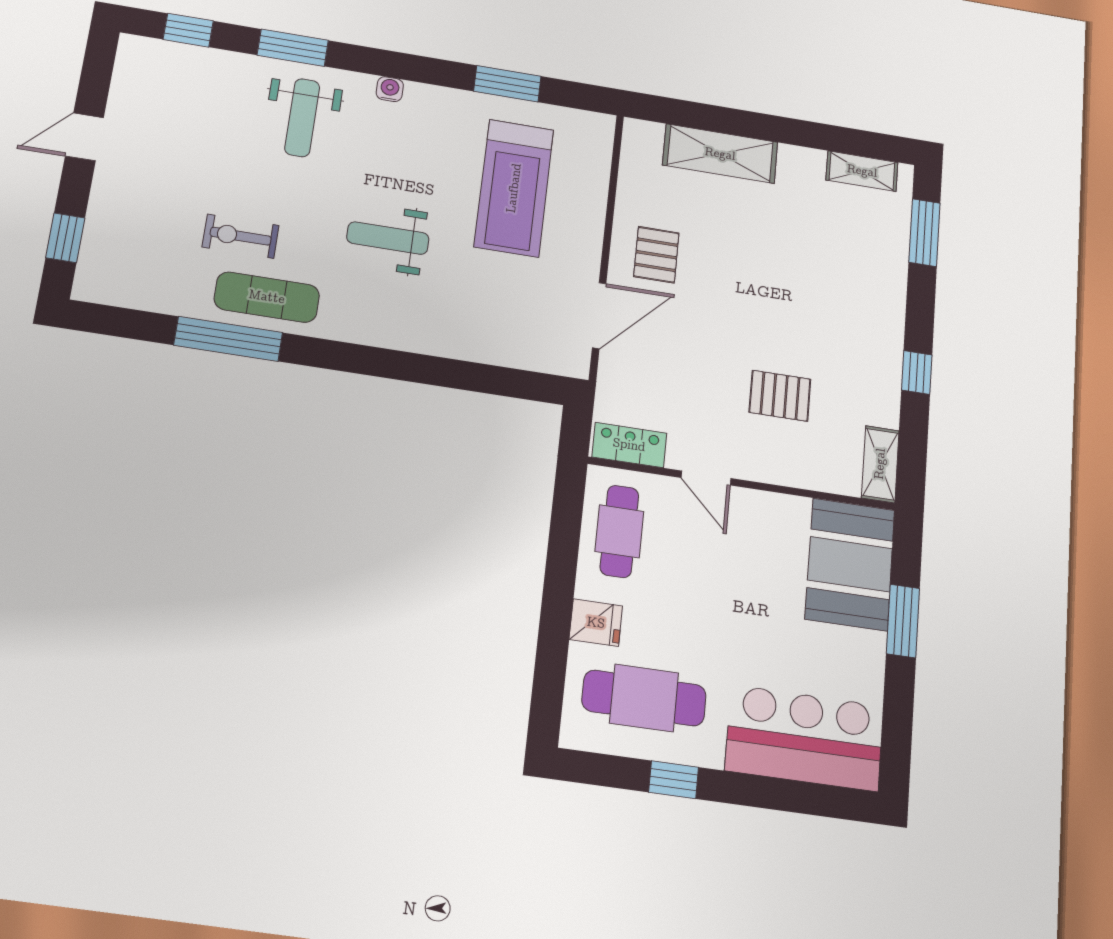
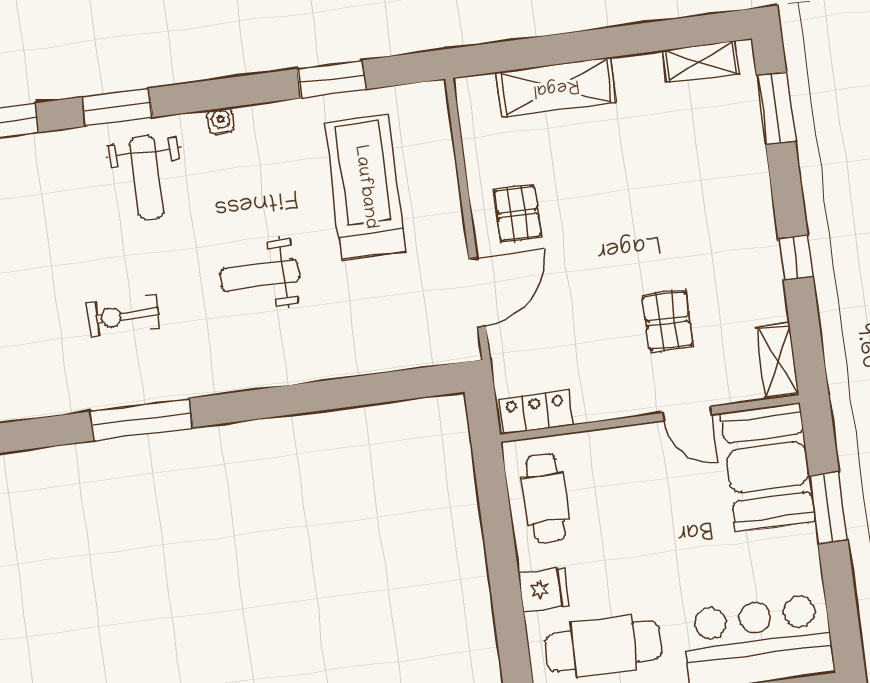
treadmill: (514, 188) -> (365, 187), turned 180
exercise mat: (267, 297) -> (165, 368), removed
pallet: (780, 396) -> (668, 321), turned 90
door: (706, 478) -> (687, 414), moved

